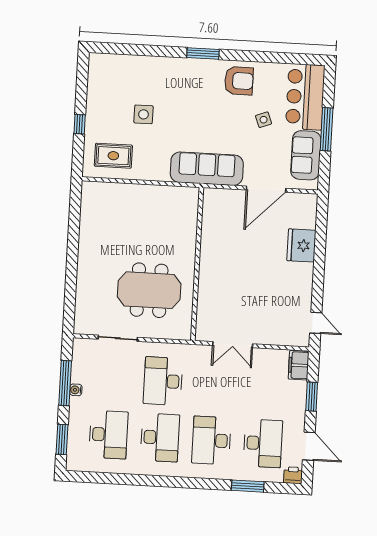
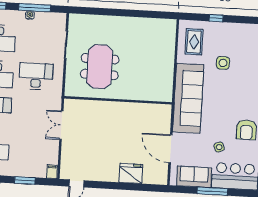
sofa: (207, 169) -> (188, 98), width x1.36, depth x1.27
filing cabinet: (299, 365) -> (52, 172), width x0.50

